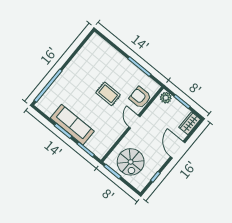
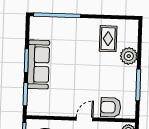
plant: (114, 58) -> (129, 56), added
rug: (108, 94) -> (108, 39), moved
armchair: (140, 97) -> (111, 107), turned -90

